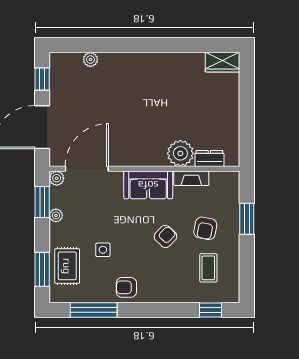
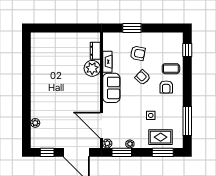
wardrobe: (223, 62) -> (37, 43), removed
coffee table: (208, 268) -> (171, 69), moved
armchair: (126, 287) -> (166, 87), moved

